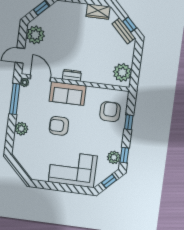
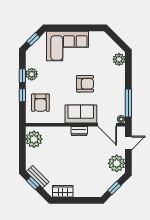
plant: (21, 129) -> (119, 59), moved
window: (124, 155) -> (22, 76), moved
plant: (114, 157) -> (32, 74), moved

